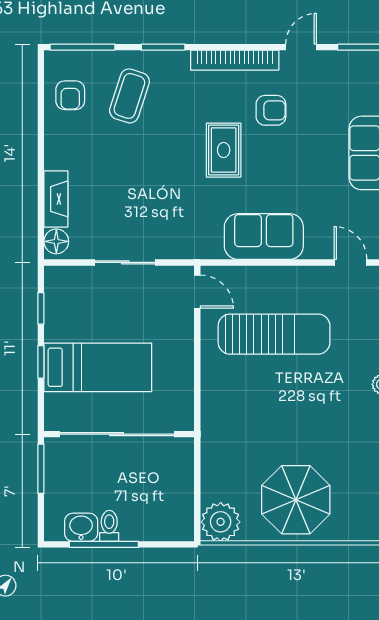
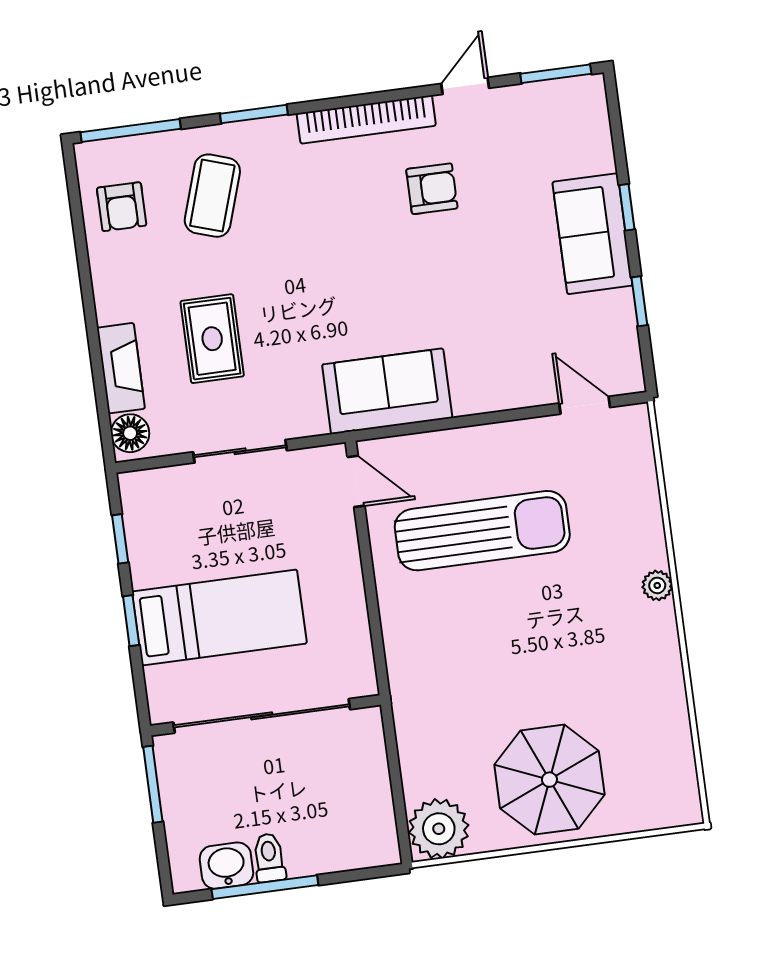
rug: (224, 150) -> (212, 339), moved
sofa: (264, 236) -> (387, 391), moved

